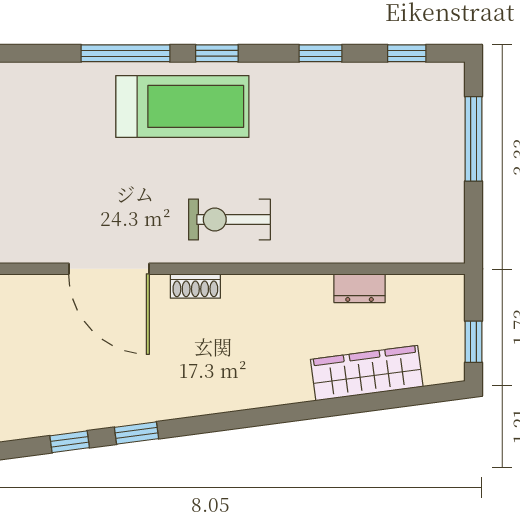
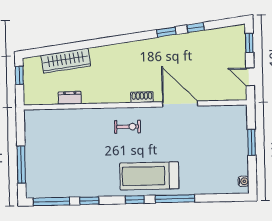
window: (407, 53) -> (51, 202), width x2.17
exercise bike: (229, 219) -> (128, 127), width x0.73, depth x0.72

